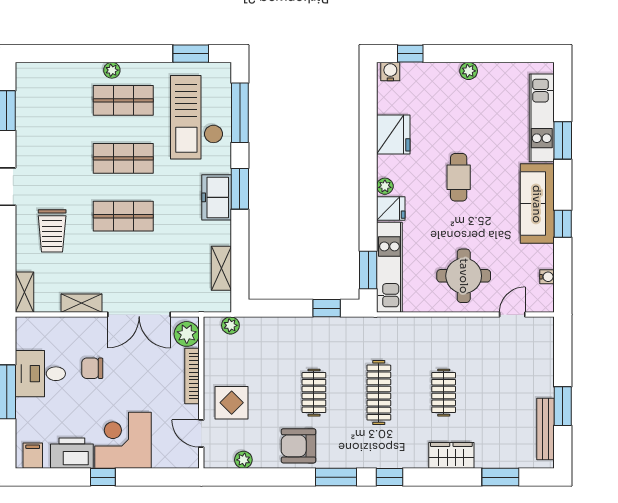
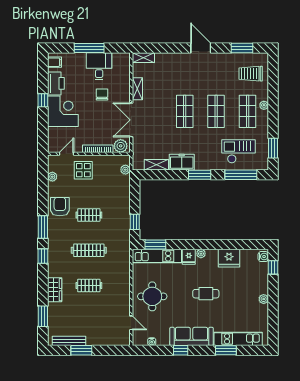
checkout: (197, 117) -> (238, 151), width x0.73, depth x0.83
freezer: (217, 197) -> (182, 162), moved
trolley: (52, 231) -> (251, 74), moved

